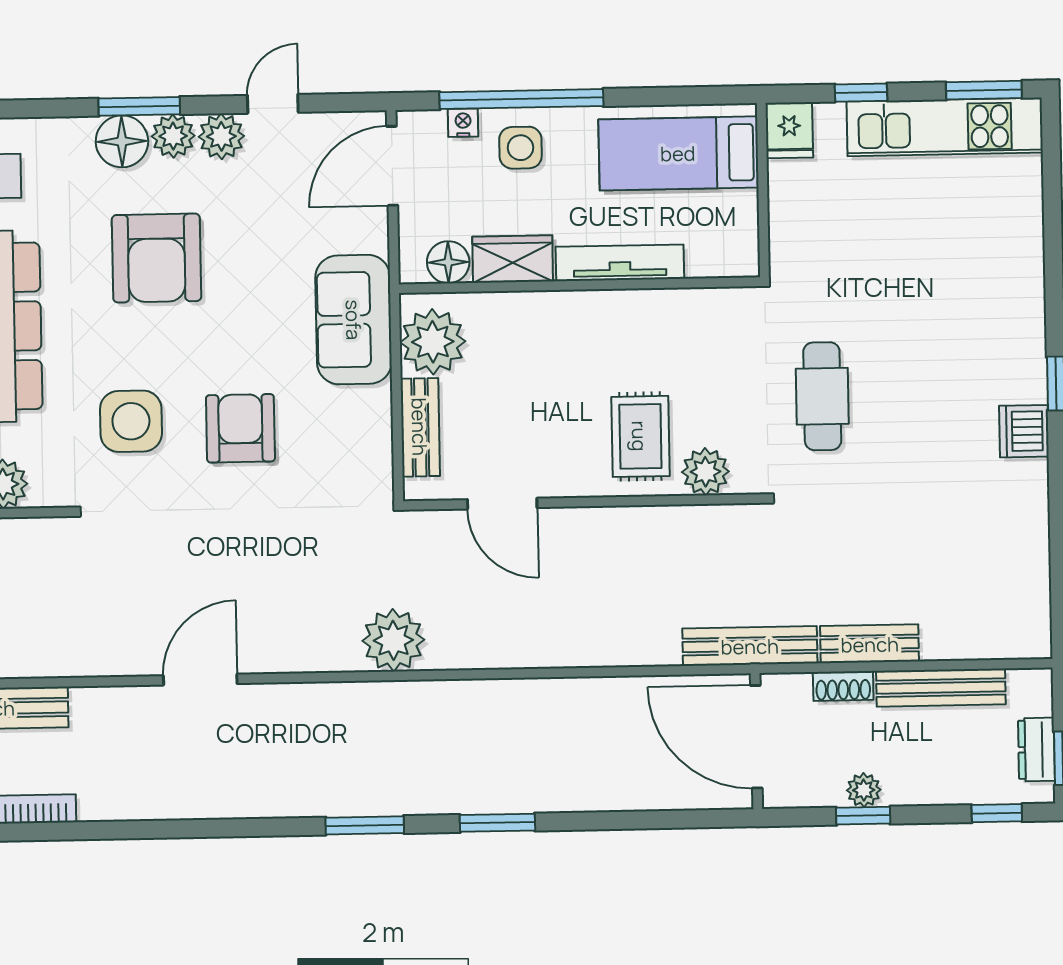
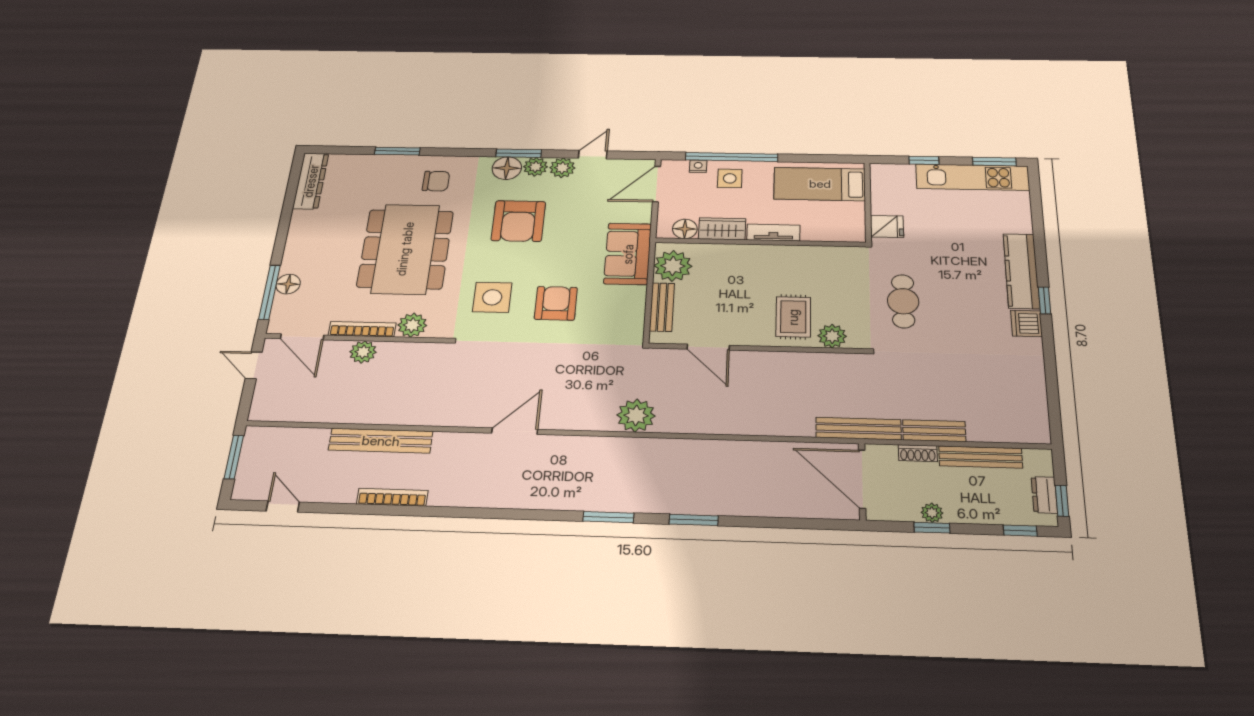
fridge: (789, 130) -> (887, 226), moved, turned -90
tv unit: (620, 263) -> (773, 233), width x0.71
kitchen counter: (1020, 325) -> (1021, 271), added

